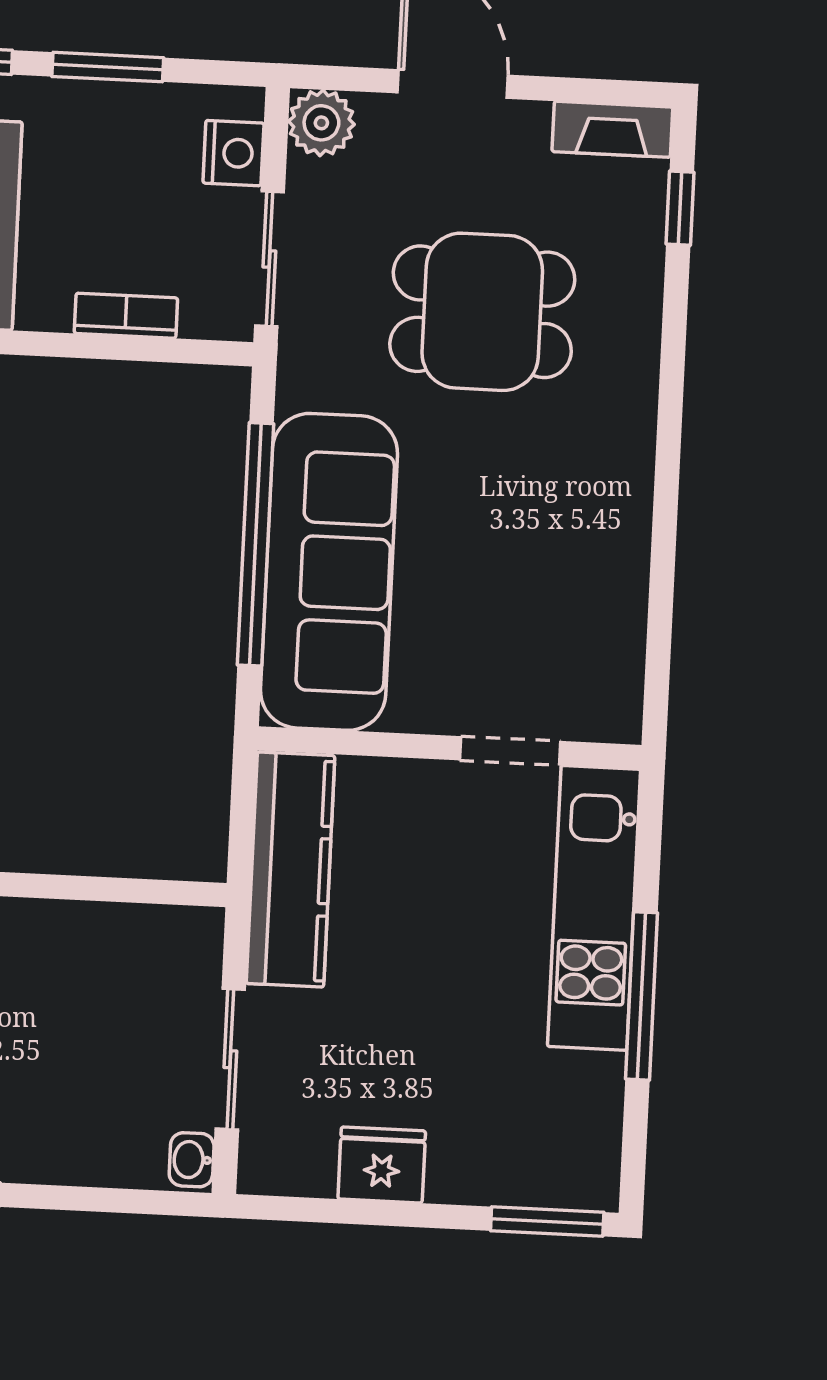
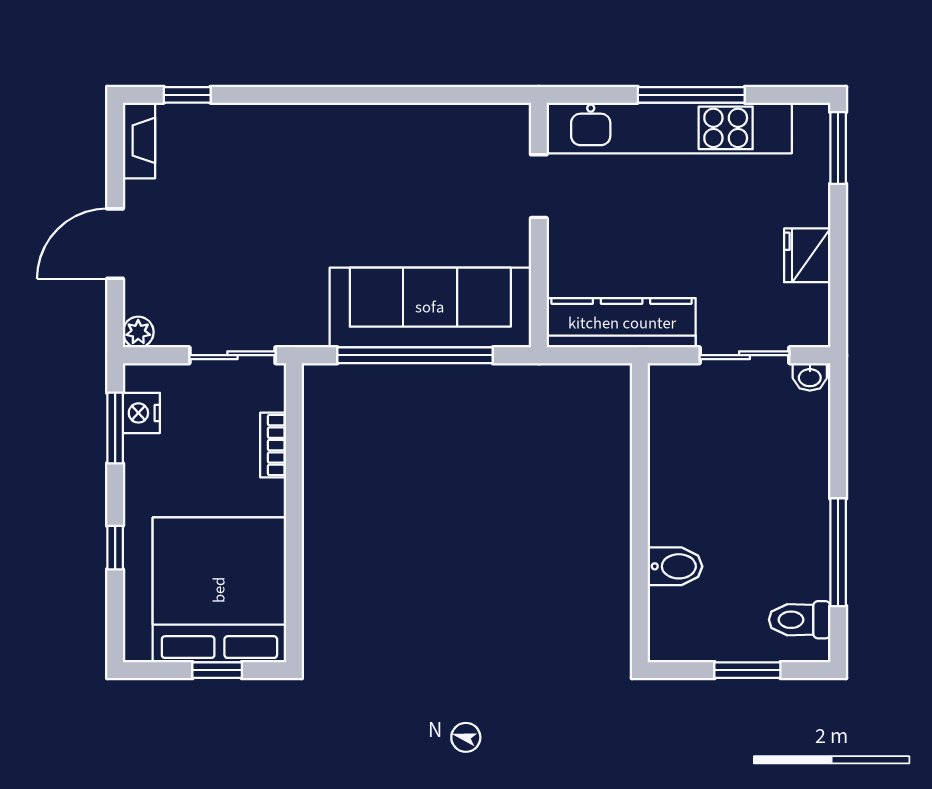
window: (108, 67) -> (115, 428), moved
plant: (321, 123) -> (138, 332), width x0.73, depth x0.73
nightstand: (233, 153) -> (141, 413), moved, turned -90
dining table: (482, 312) -> (260, 218), removed
kitchen unit: (594, 908) -> (669, 128), width x1.36

